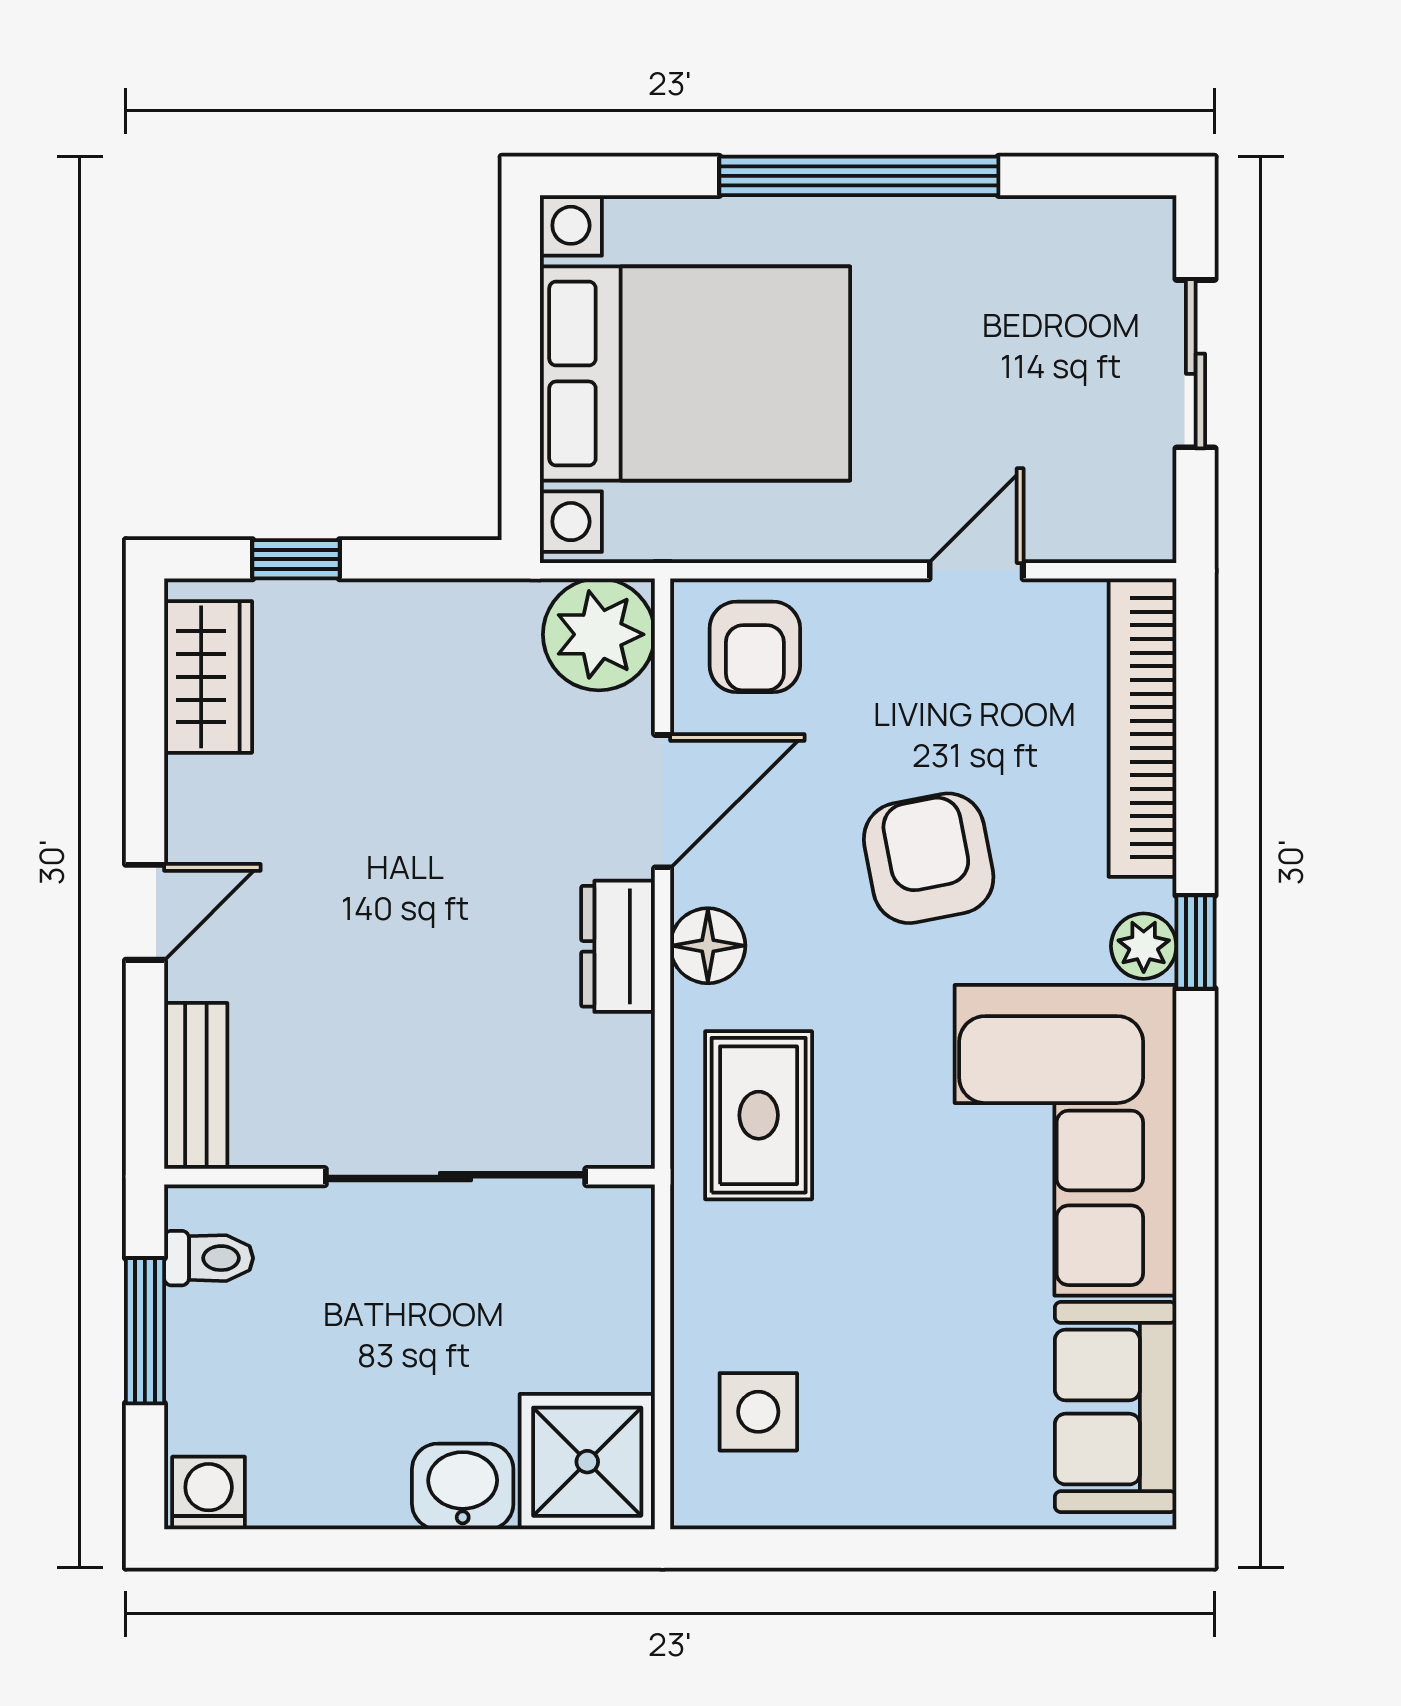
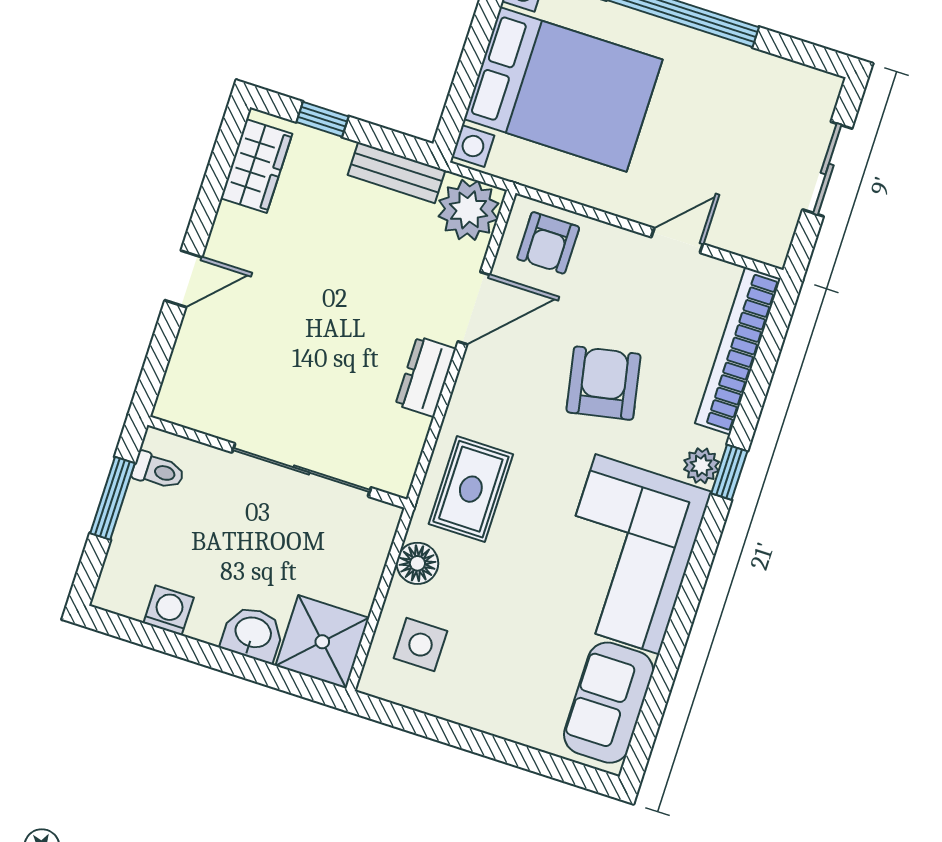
floor lamp: (708, 946) -> (417, 563), moved
bench: (196, 1086) -> (397, 173), moved, turned 90
washing machine: (209, 1493) -> (169, 610), moved

